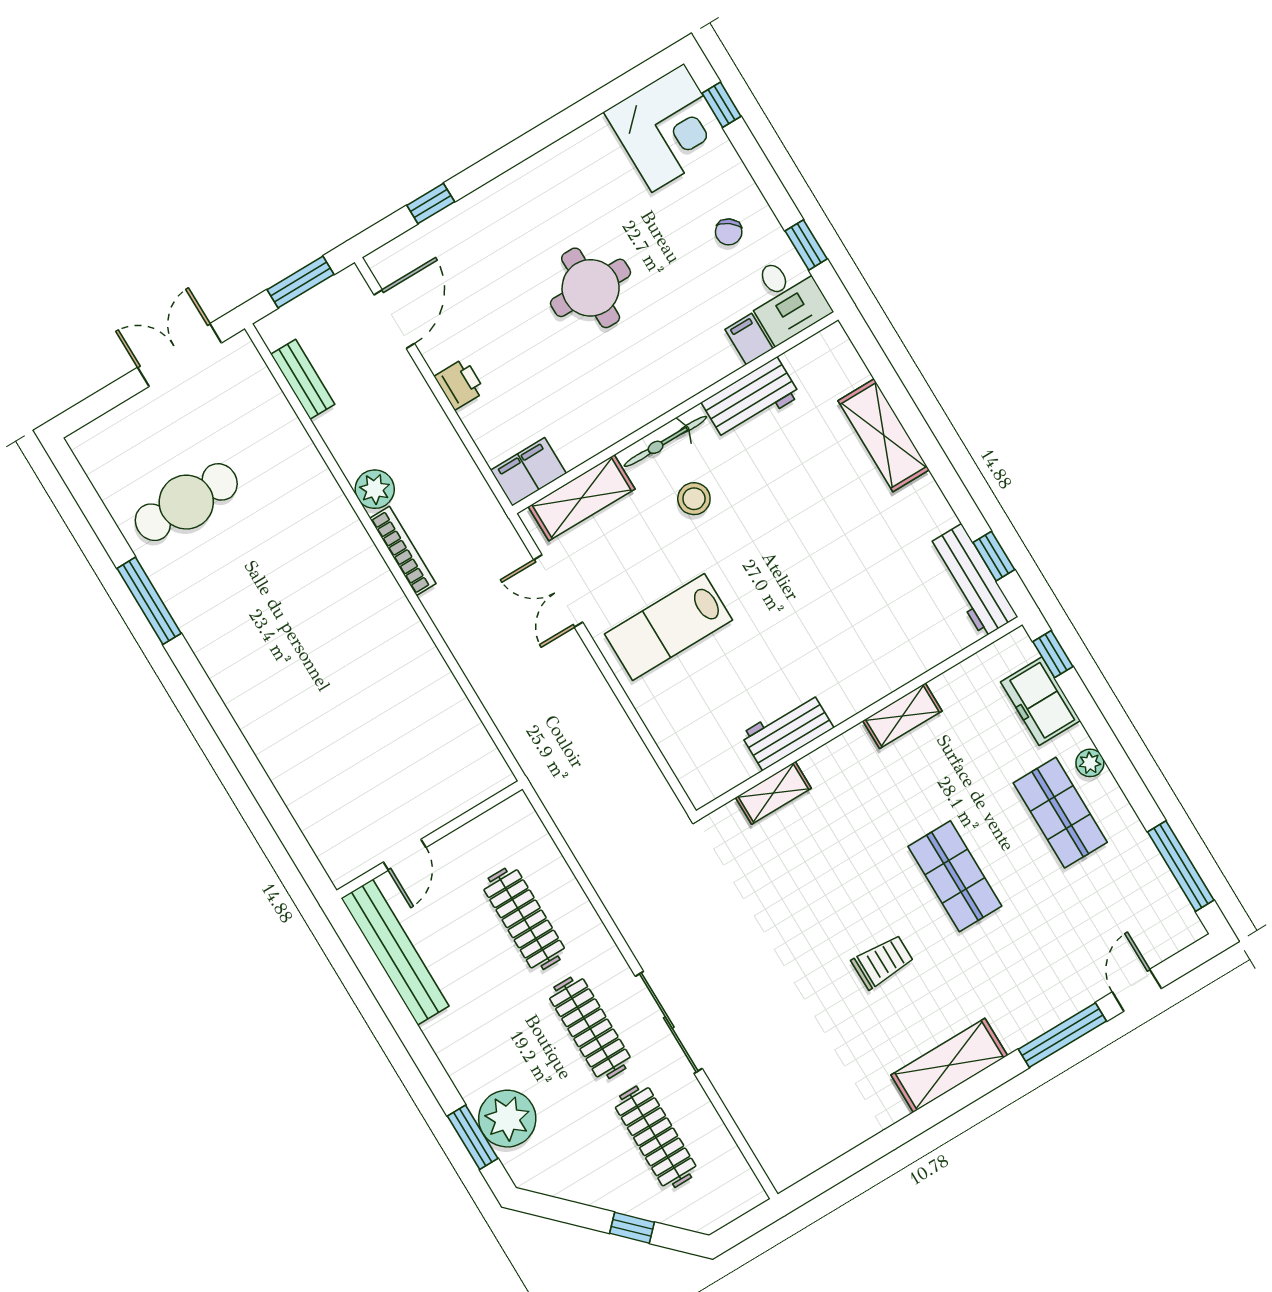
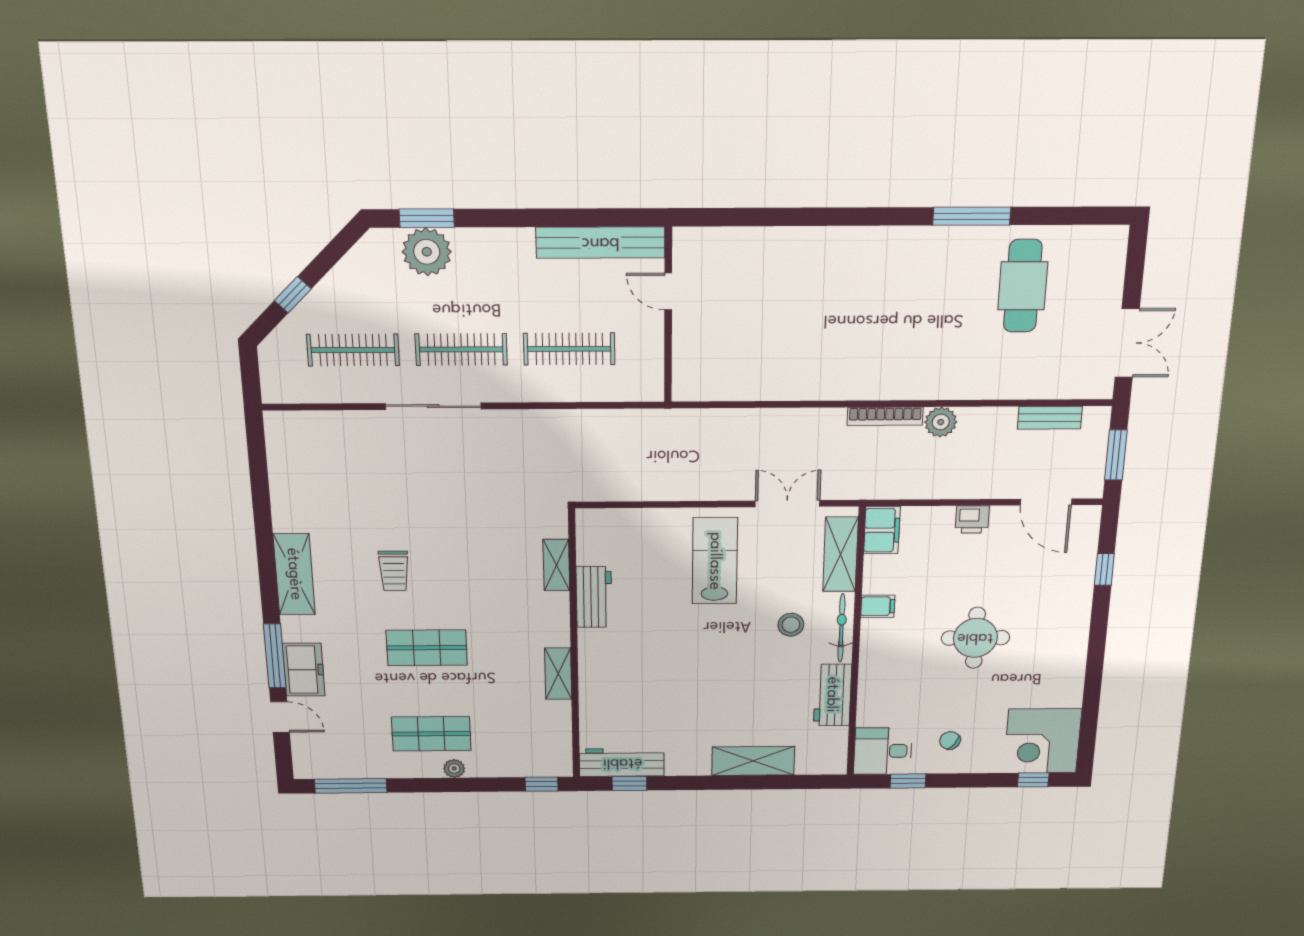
filing cabinet: (749, 339) -> (878, 606), moved
freezer: (1041, 701) -> (304, 670), moved, turned 90

